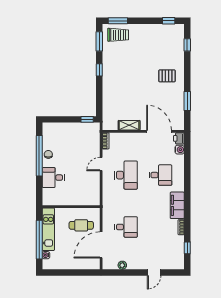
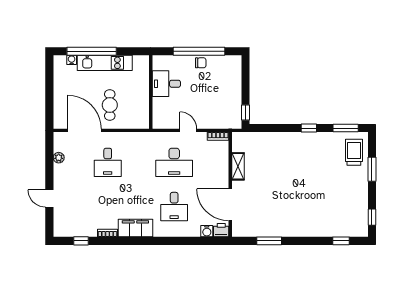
window: (118, 21) -> (372, 169), moved
trolley: (118, 35) -> (354, 152), turned 180
pallet: (167, 76) -> (301, 215), removed
door: (159, 131) -> (230, 205), swing flipped
desk: (53, 178) -> (166, 84), moved, turned -90
wall: (71, 207) -> (151, 92), moved

